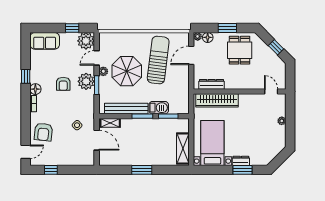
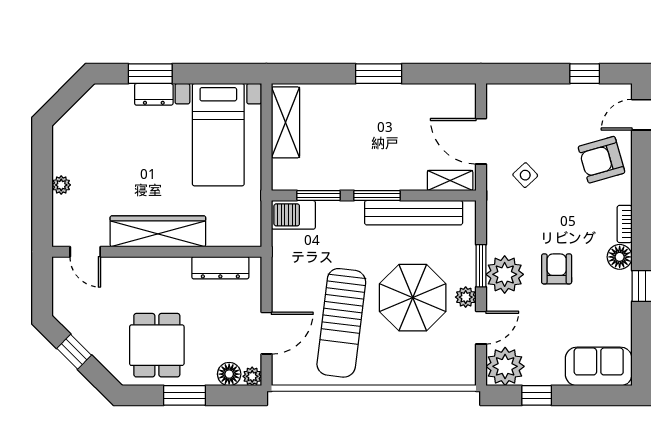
wardrobe: (217, 100) -> (158, 231), moved
barbecue: (159, 108) -> (293, 215), moved
armchair: (43, 132) -> (602, 160), turned -112

